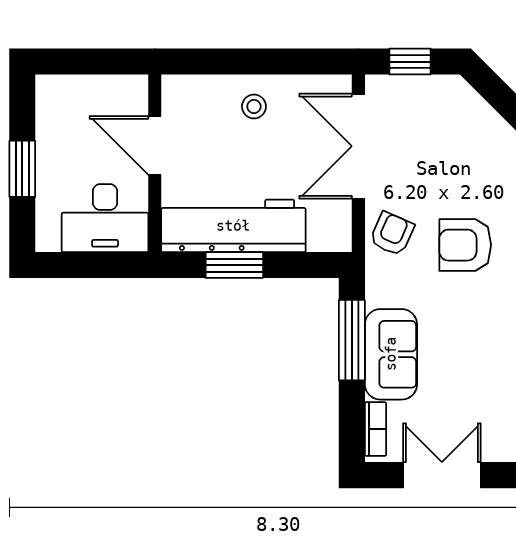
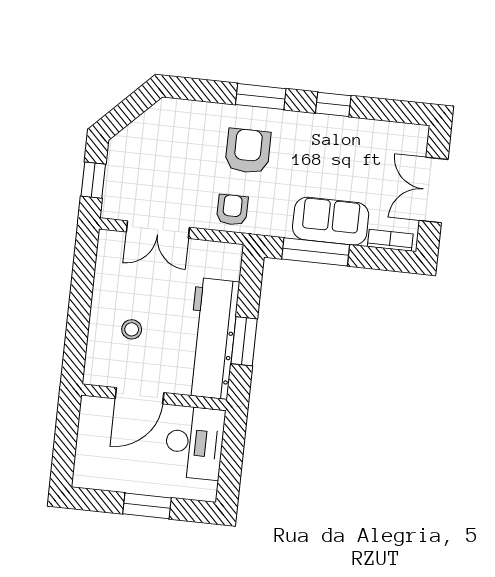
stool: (254, 106) -> (132, 329), moved
double door: (358, 146) -> (158, 230), width x0.73
armchair: (392, 234) -> (232, 210), turned 66
armchair: (465, 245) -> (248, 151), turned 180

